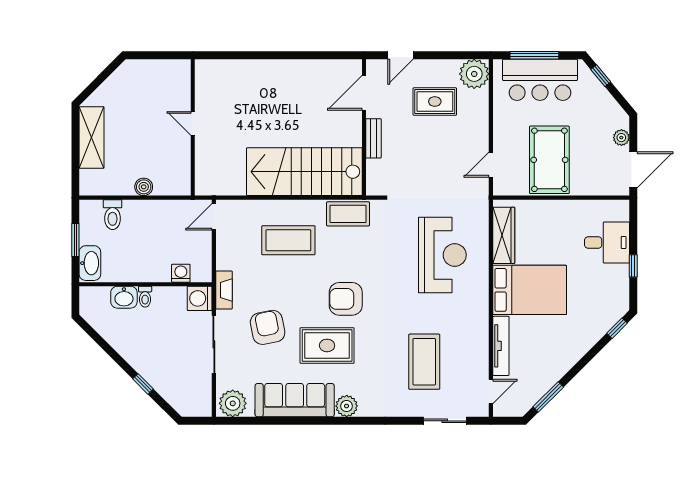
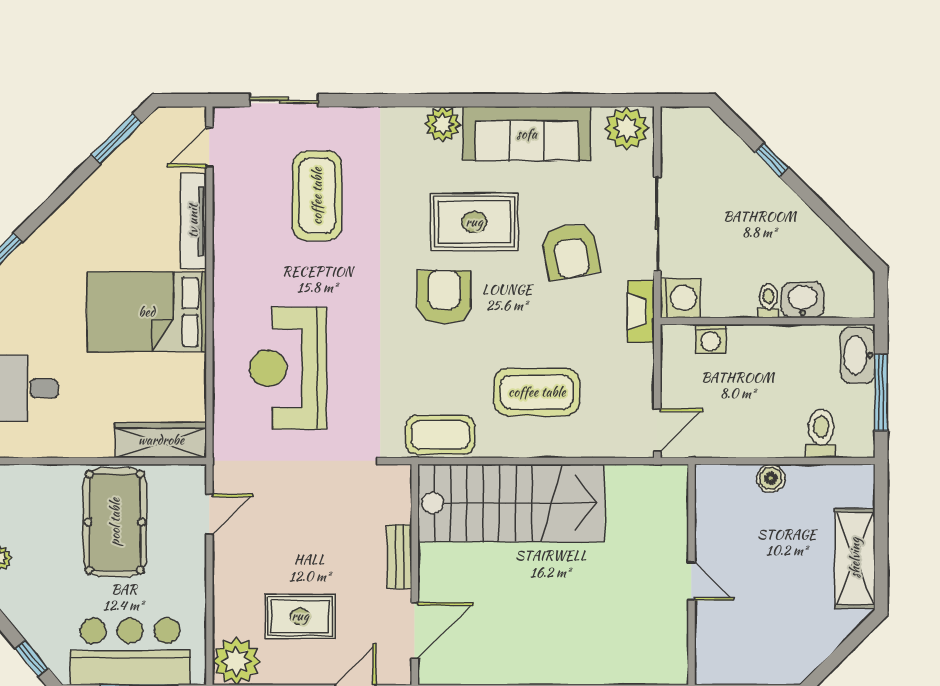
wardrobe: (504, 235) -> (161, 440), moved, turned 90
window: (75, 240) -> (881, 392), width x1.44
armchair: (346, 299) -> (444, 297), turned -90

